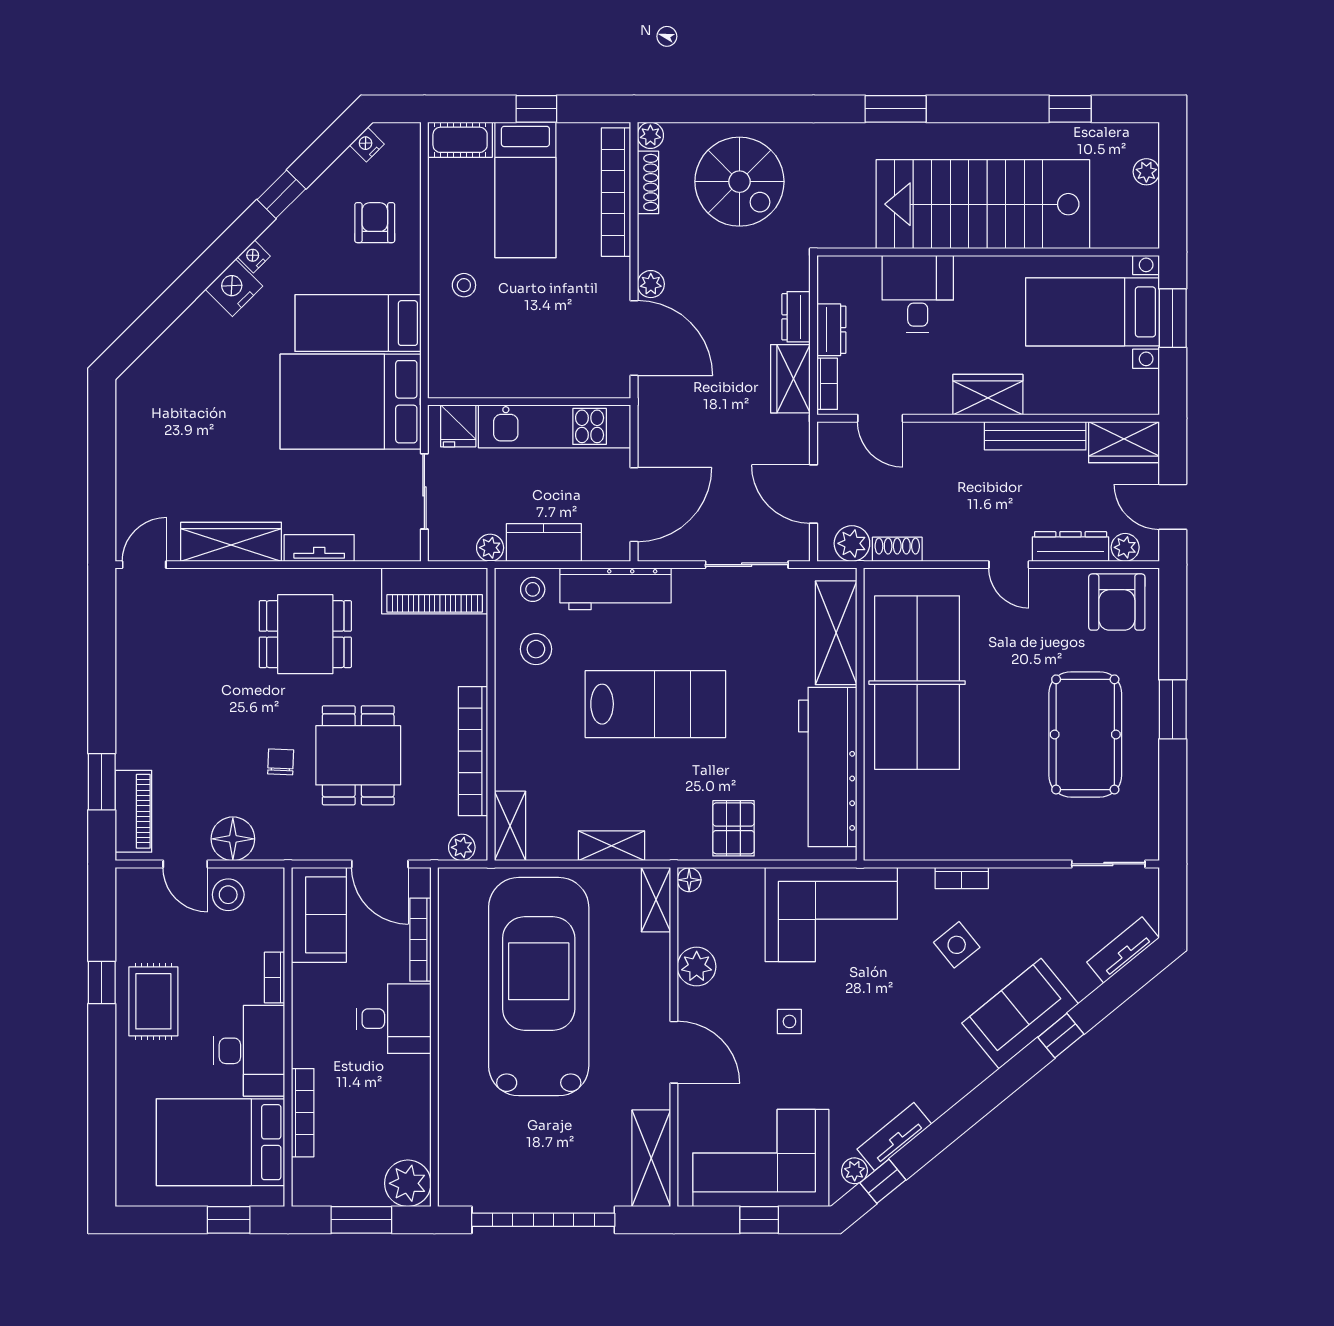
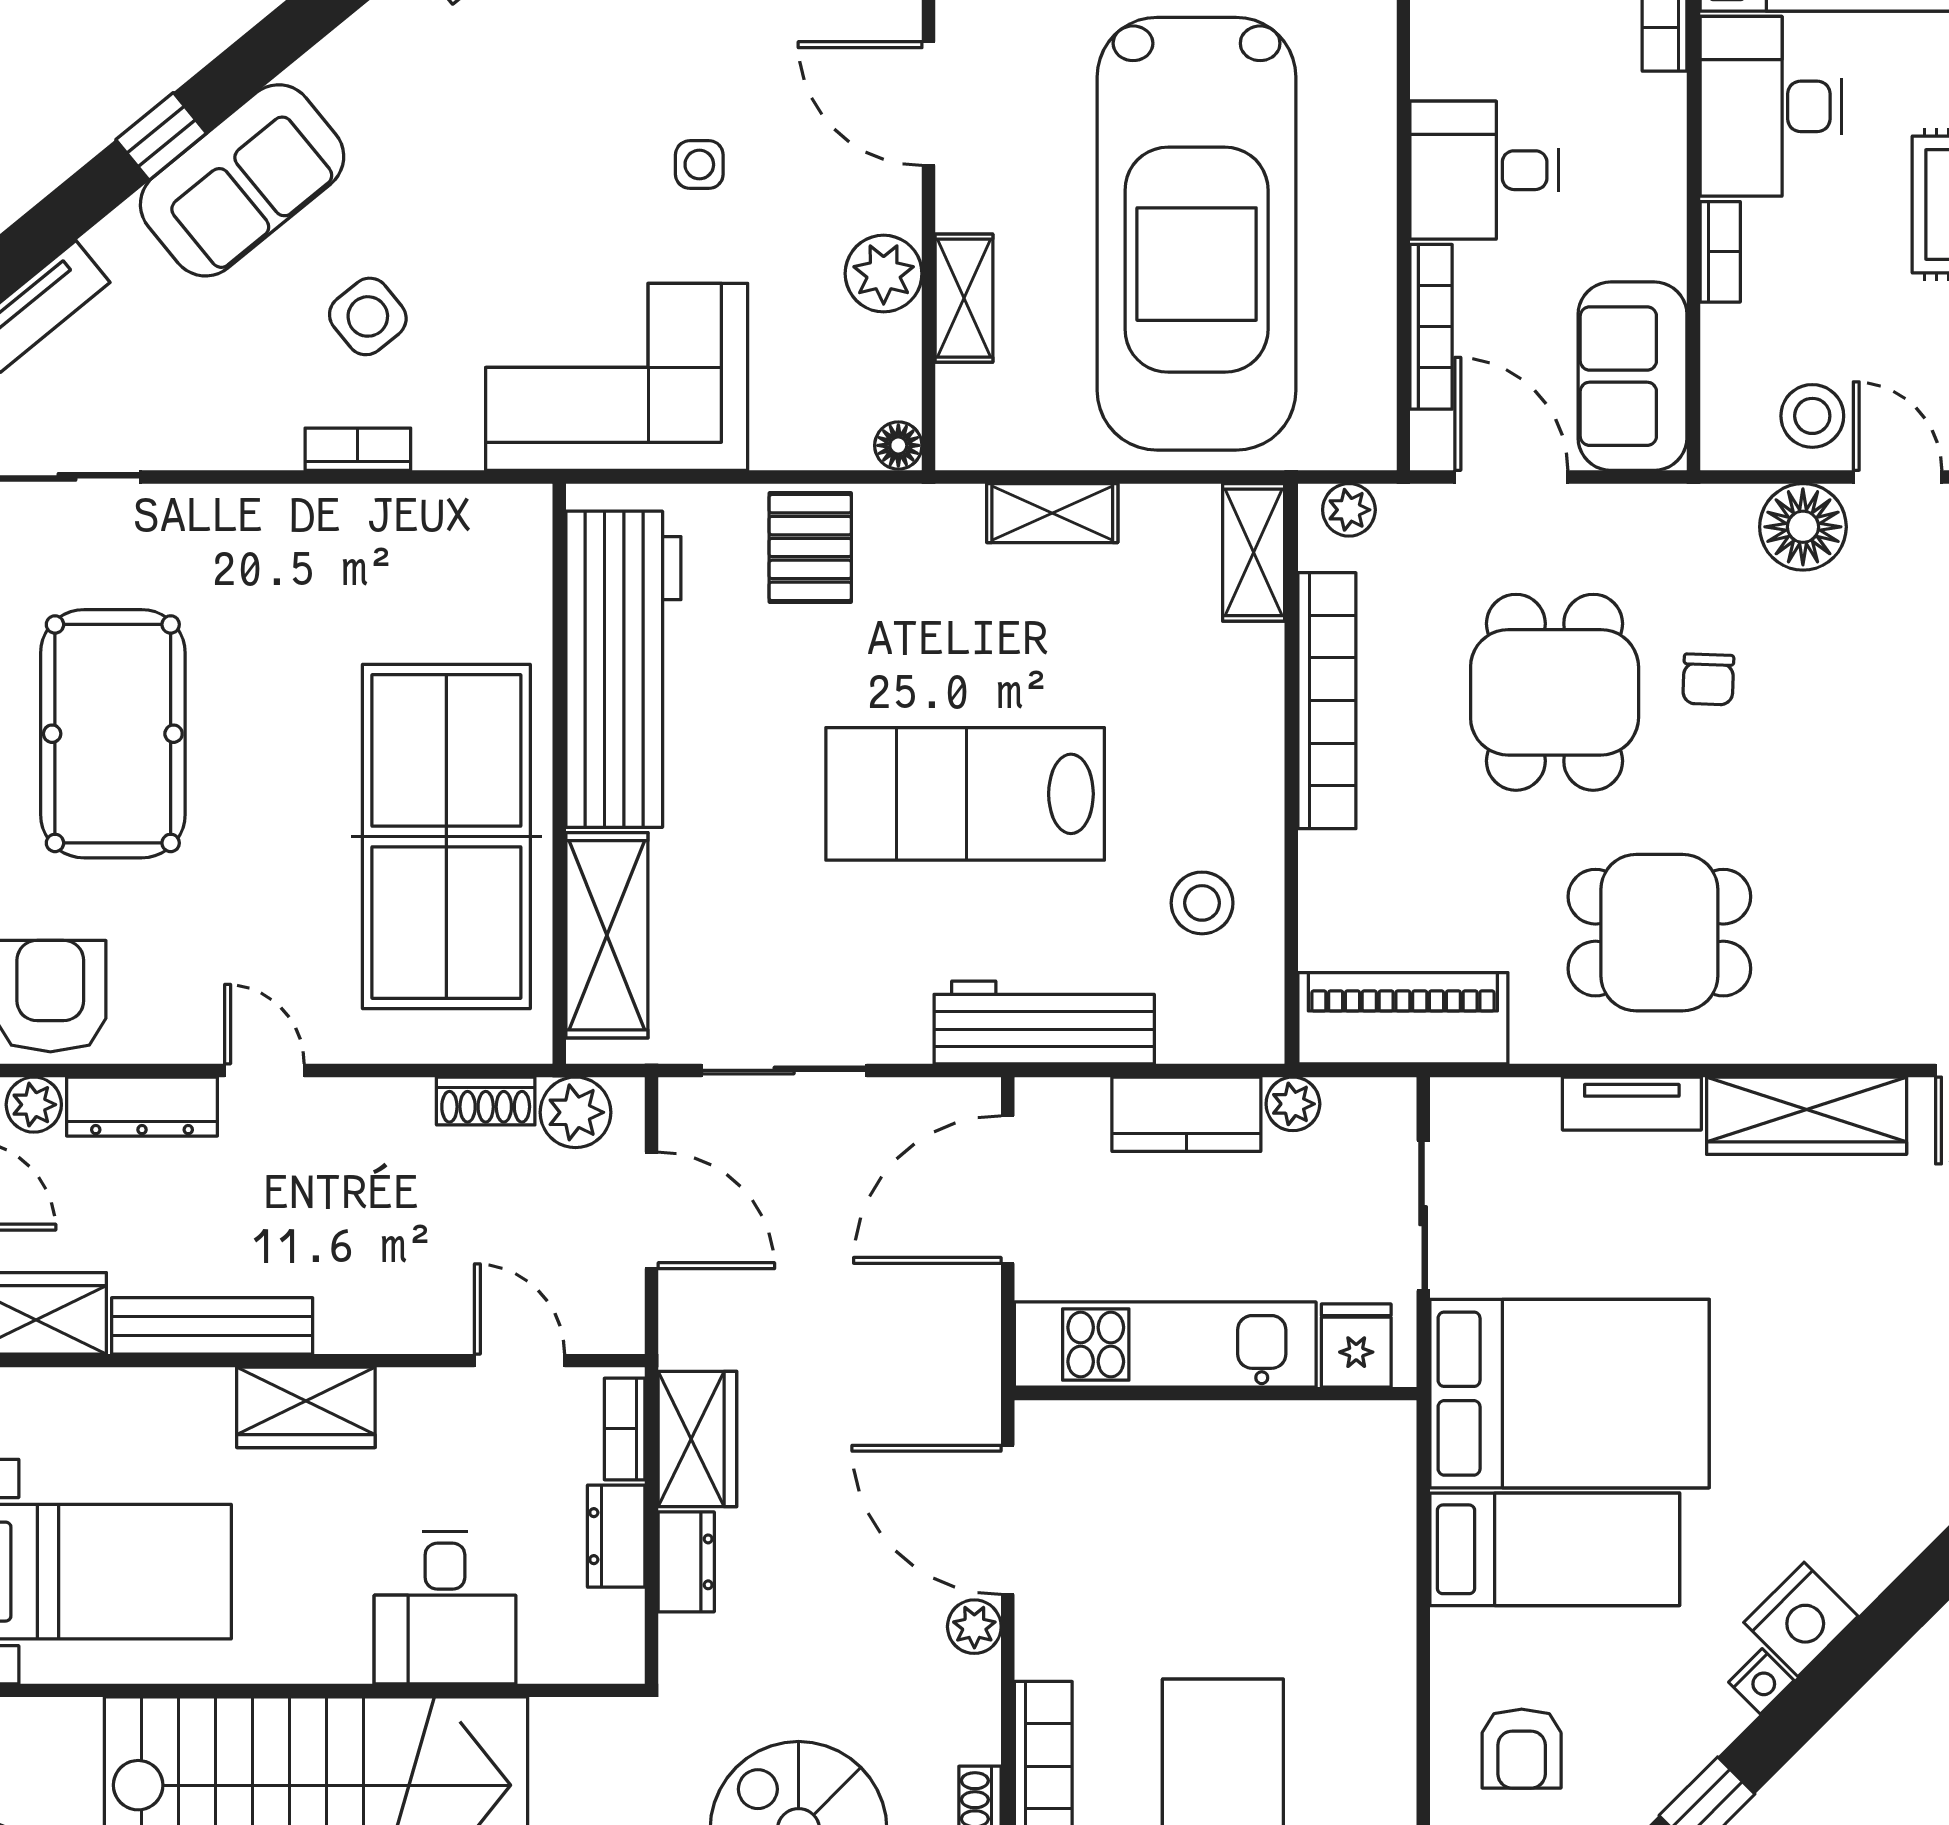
stool: (464, 285) -> (1345, 1625), removed
stool: (533, 589) -> (1209, 1021), removed
shelving: (656, 900) -> (964, 298), moved

